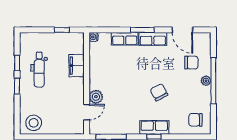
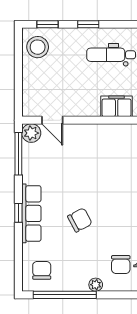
window: (17, 63) -> (48, 24), moved
window: (213, 81) -> (65, 295), moved
plant: (96, 97) -> (31, 133), moved
row of seats: (154, 127) -> (31, 213), width x1.48

